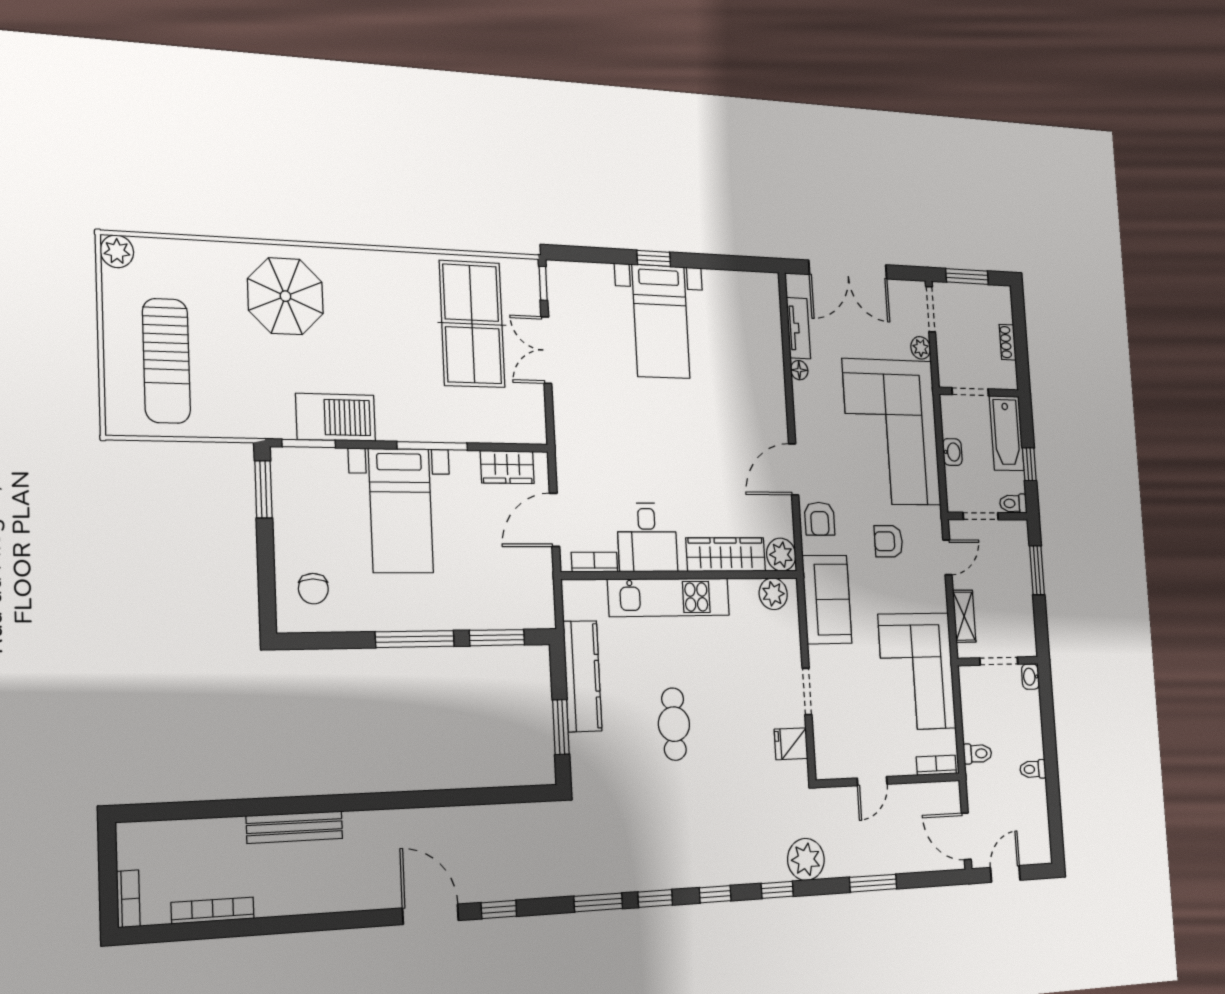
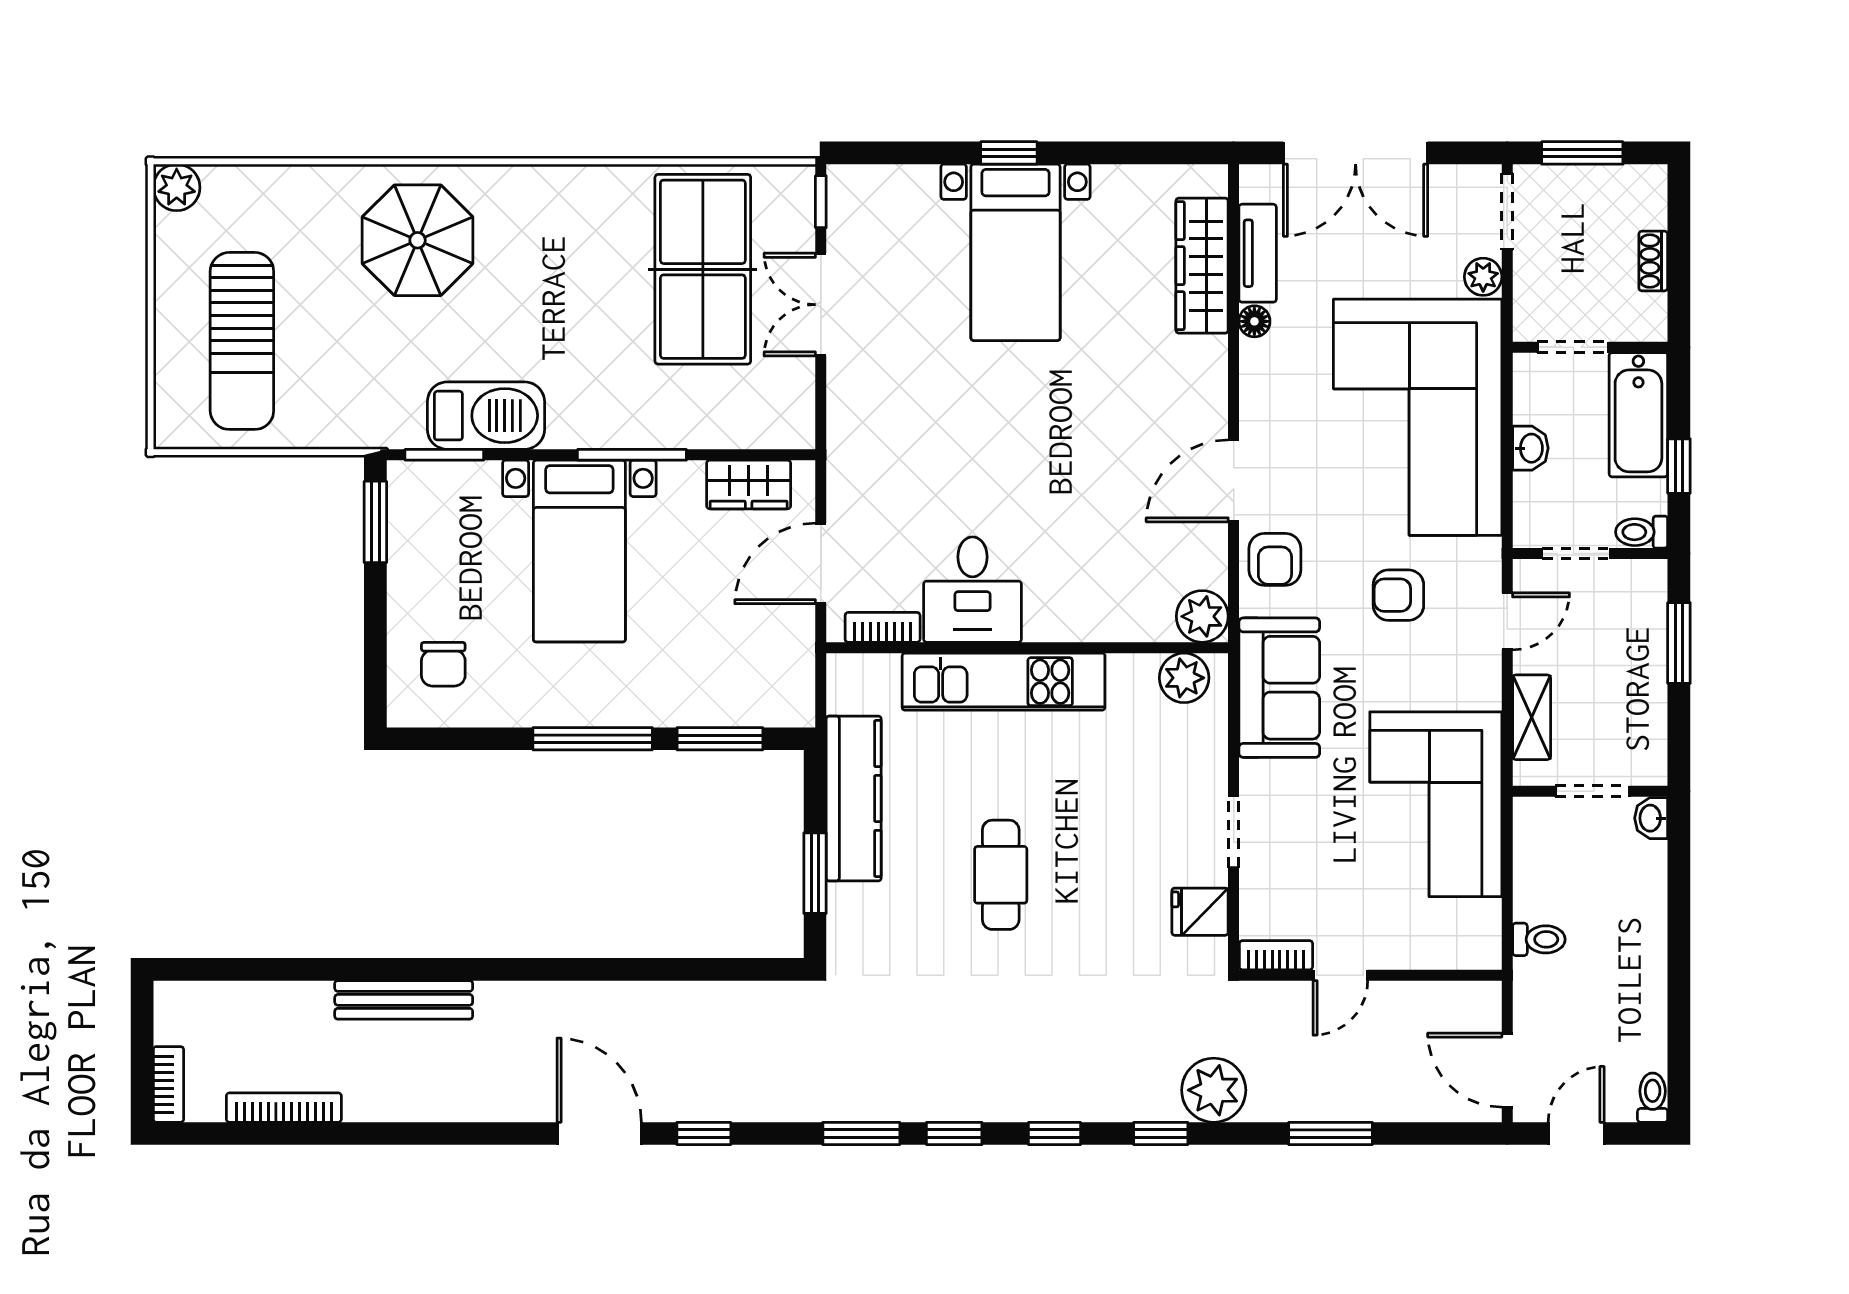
wardrobe: (726, 555) -> (1202, 266), moved, turned -90
bookcase: (936, 765) -> (1276, 955), moved
toilet: (1033, 769) -> (1653, 1098), moved, turned 90

